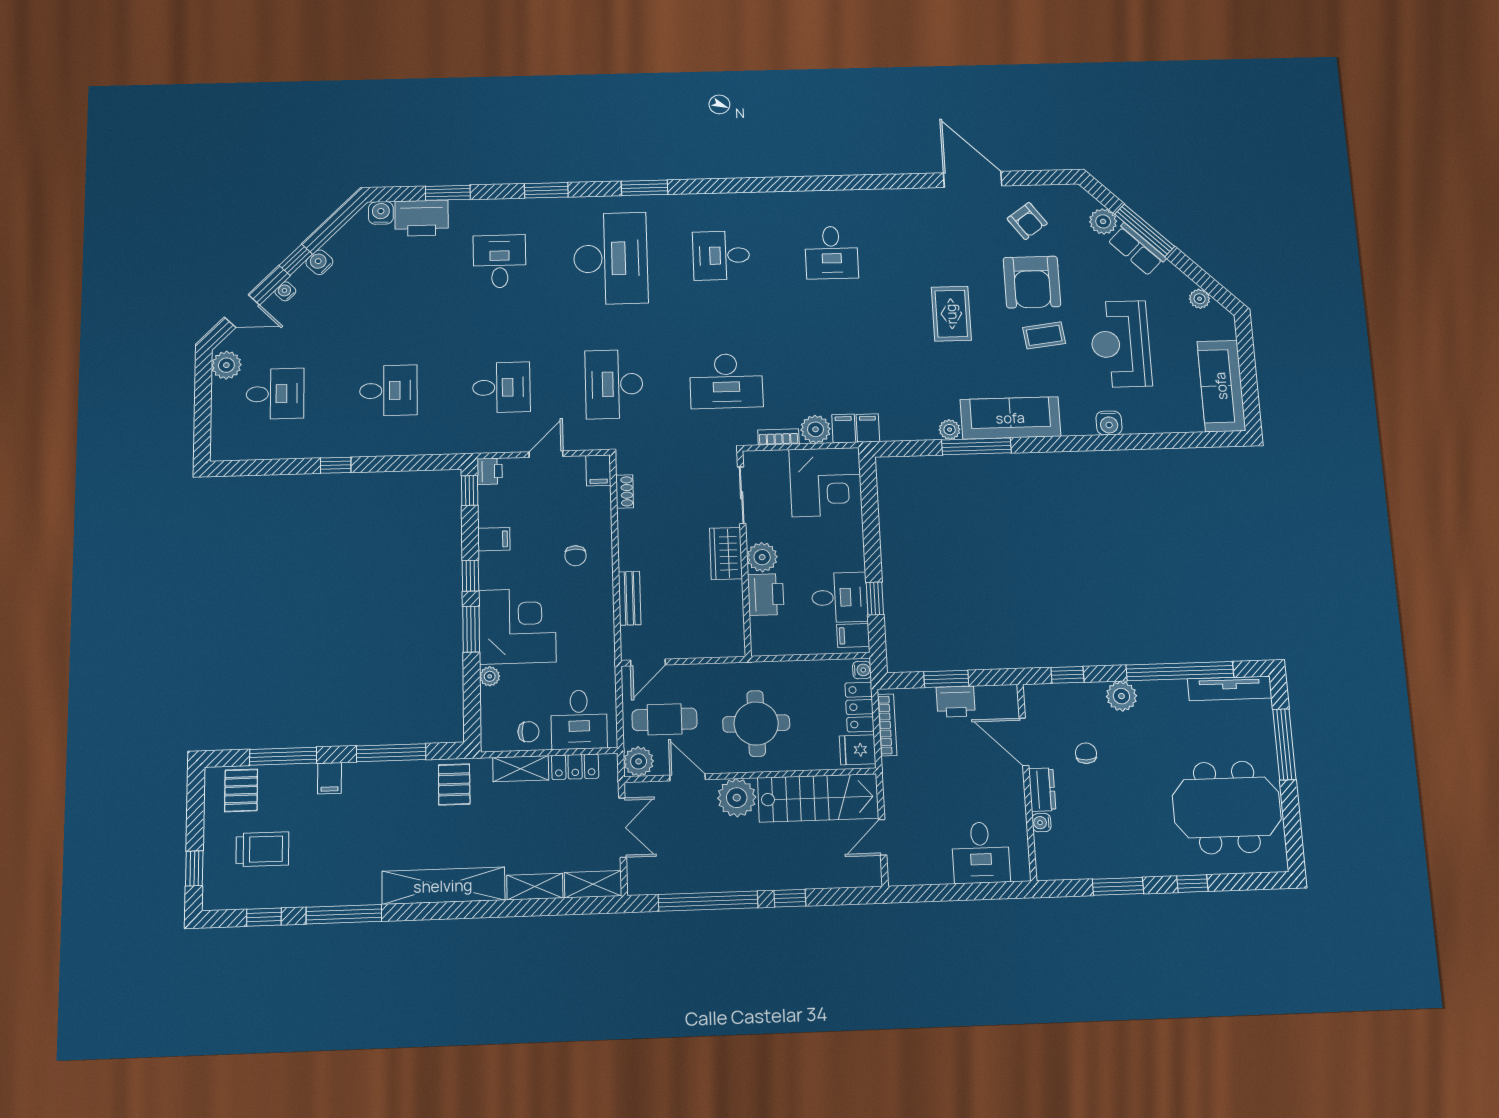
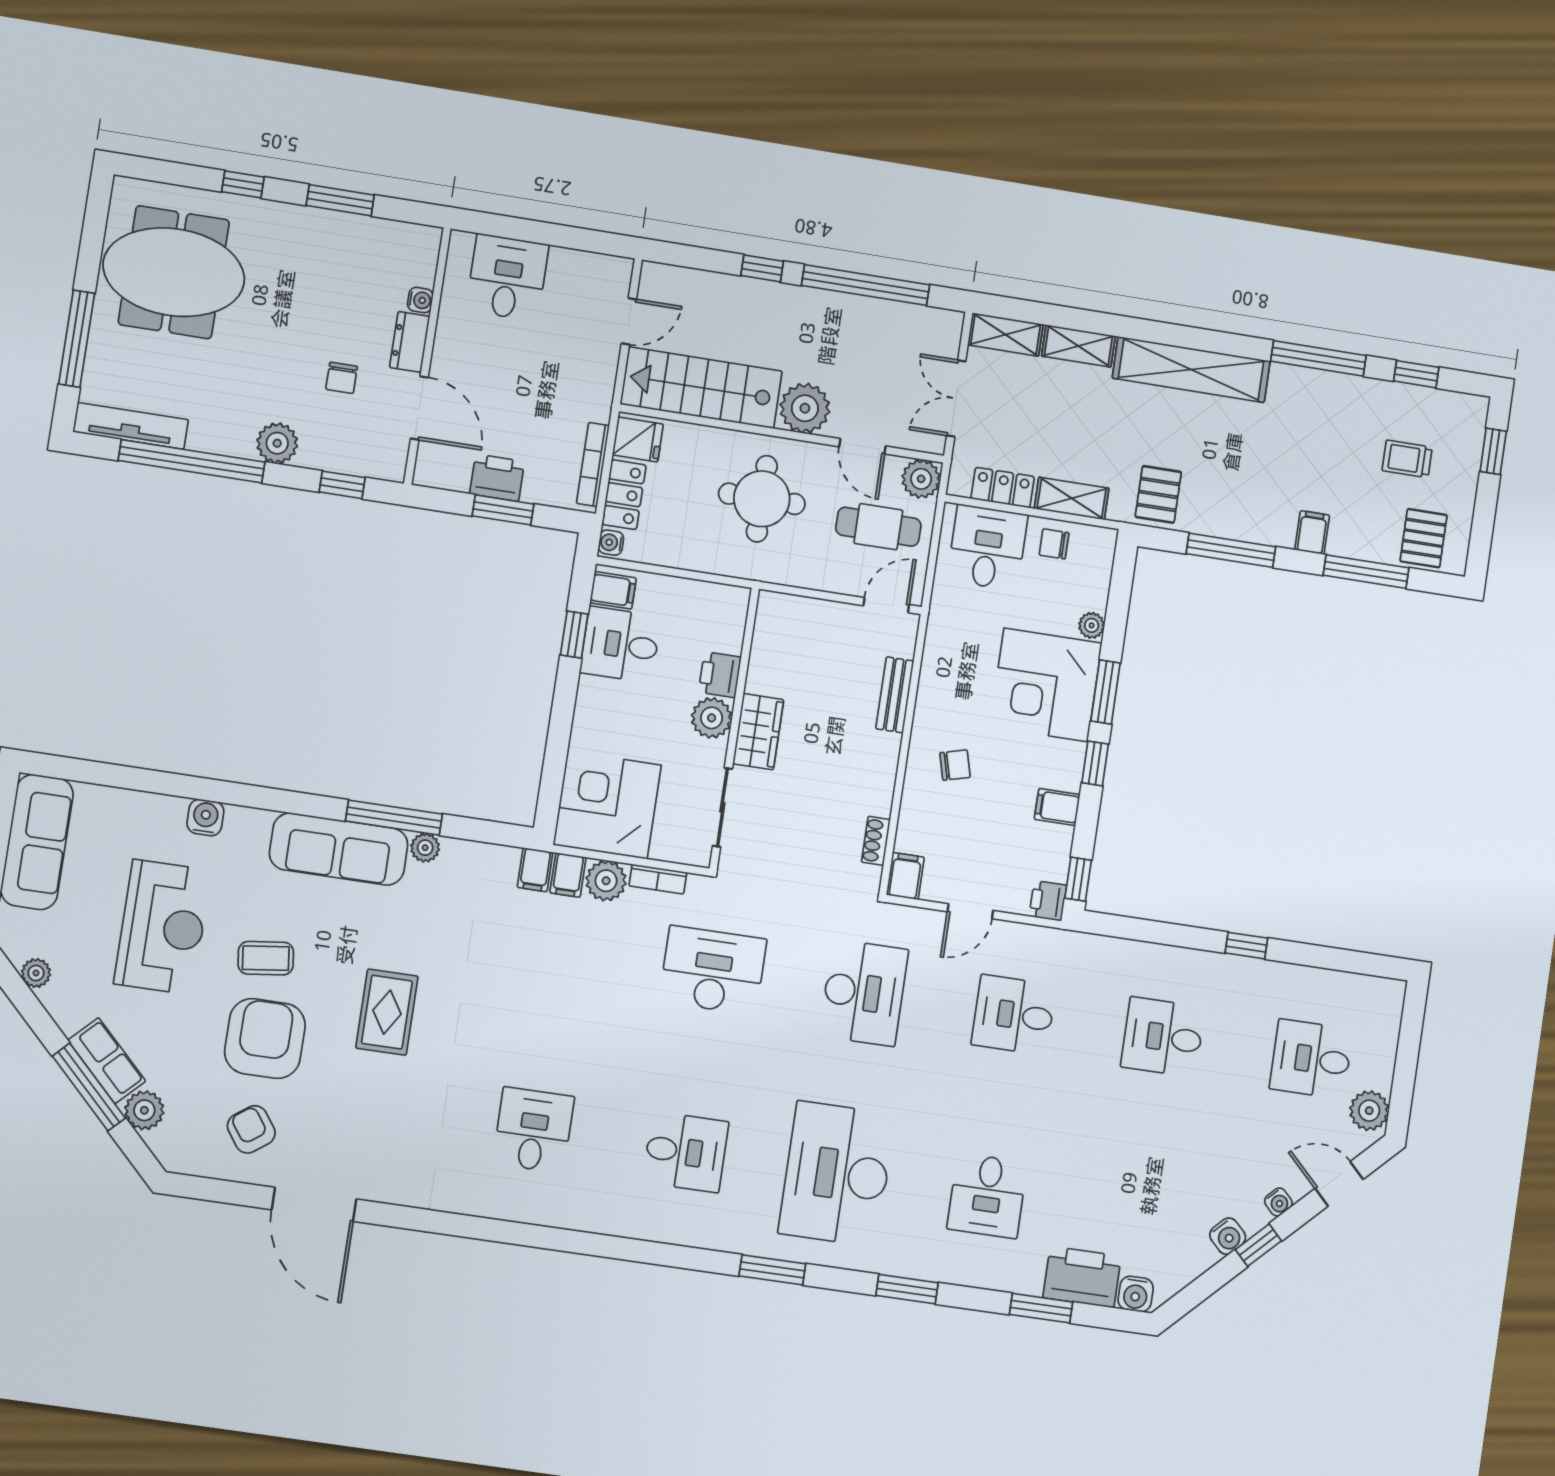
chair: (576, 556) -> (955, 765), turned 75
printer: (766, 594) -> (720, 675), width x0.73, depth x0.81
trolley: (262, 849) -> (1407, 459), width x0.73, depth x0.72

